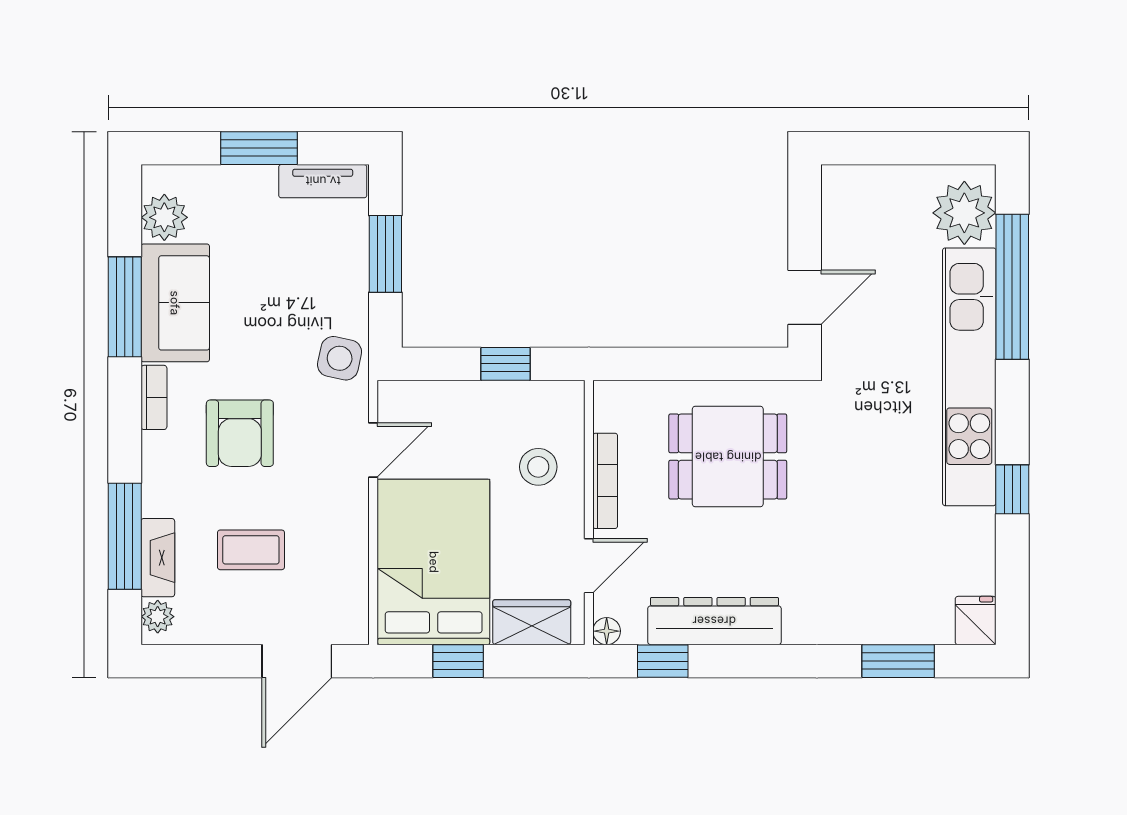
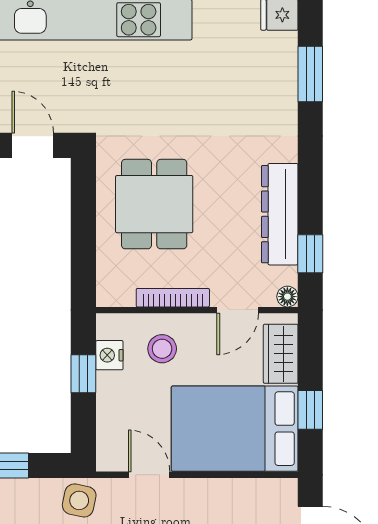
nightstand: (530, 398) -> (109, 355), added
door: (589, 566) -> (238, 310), swing flipped

